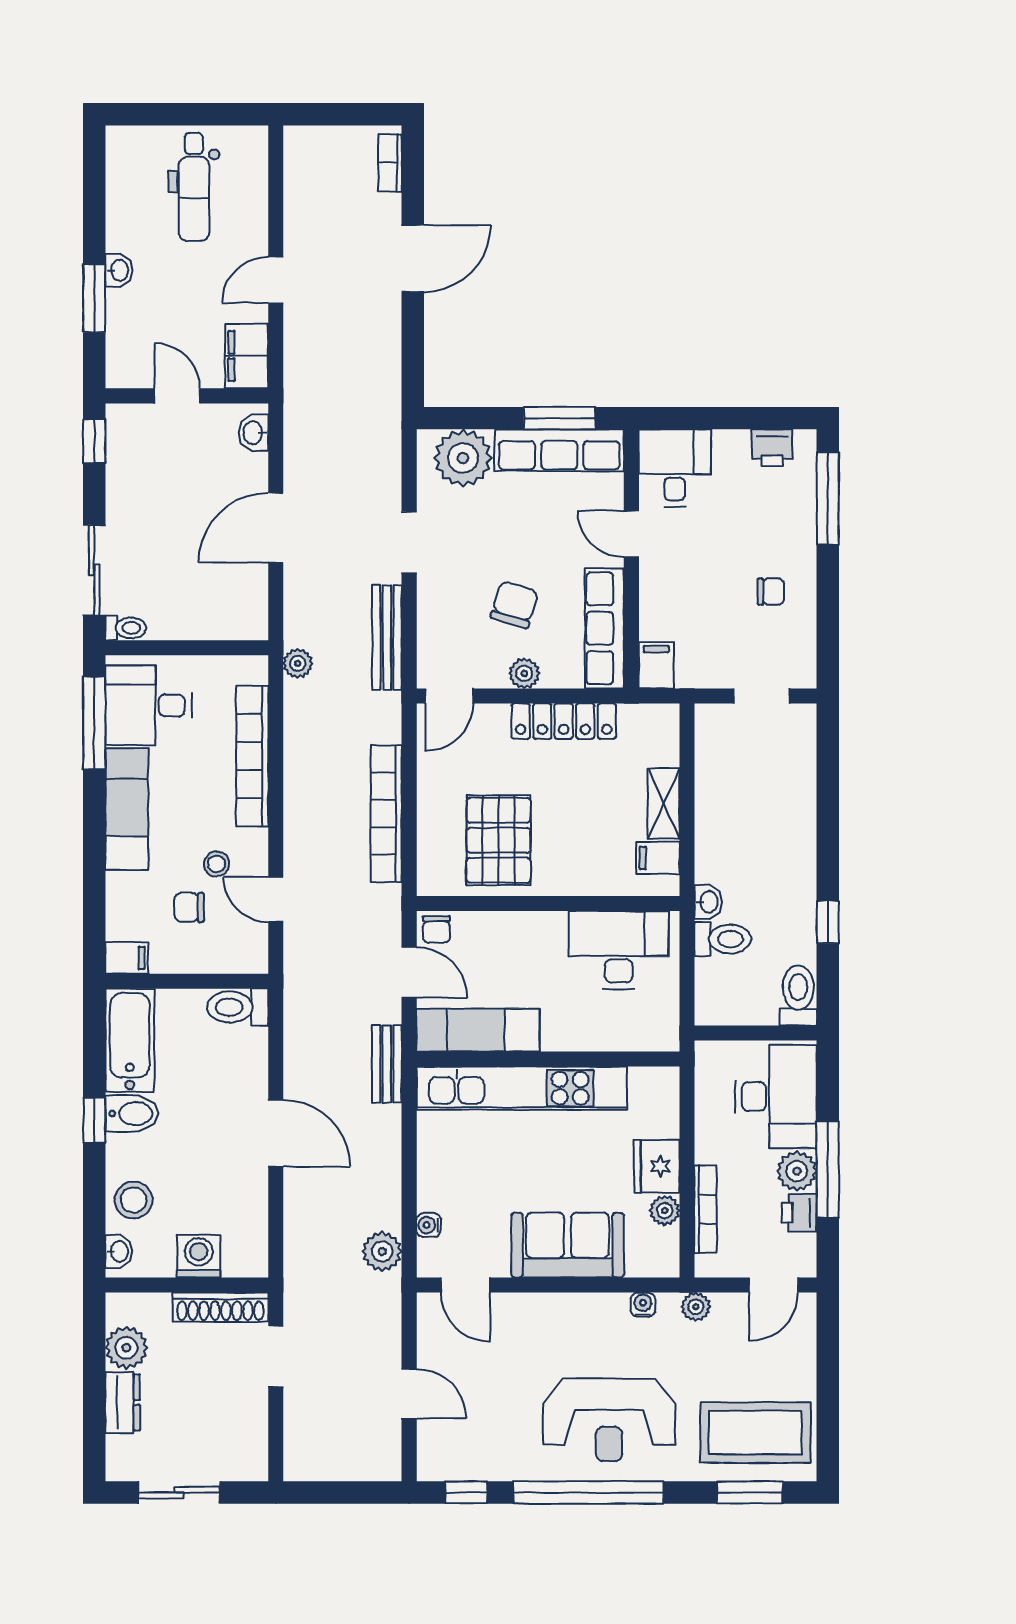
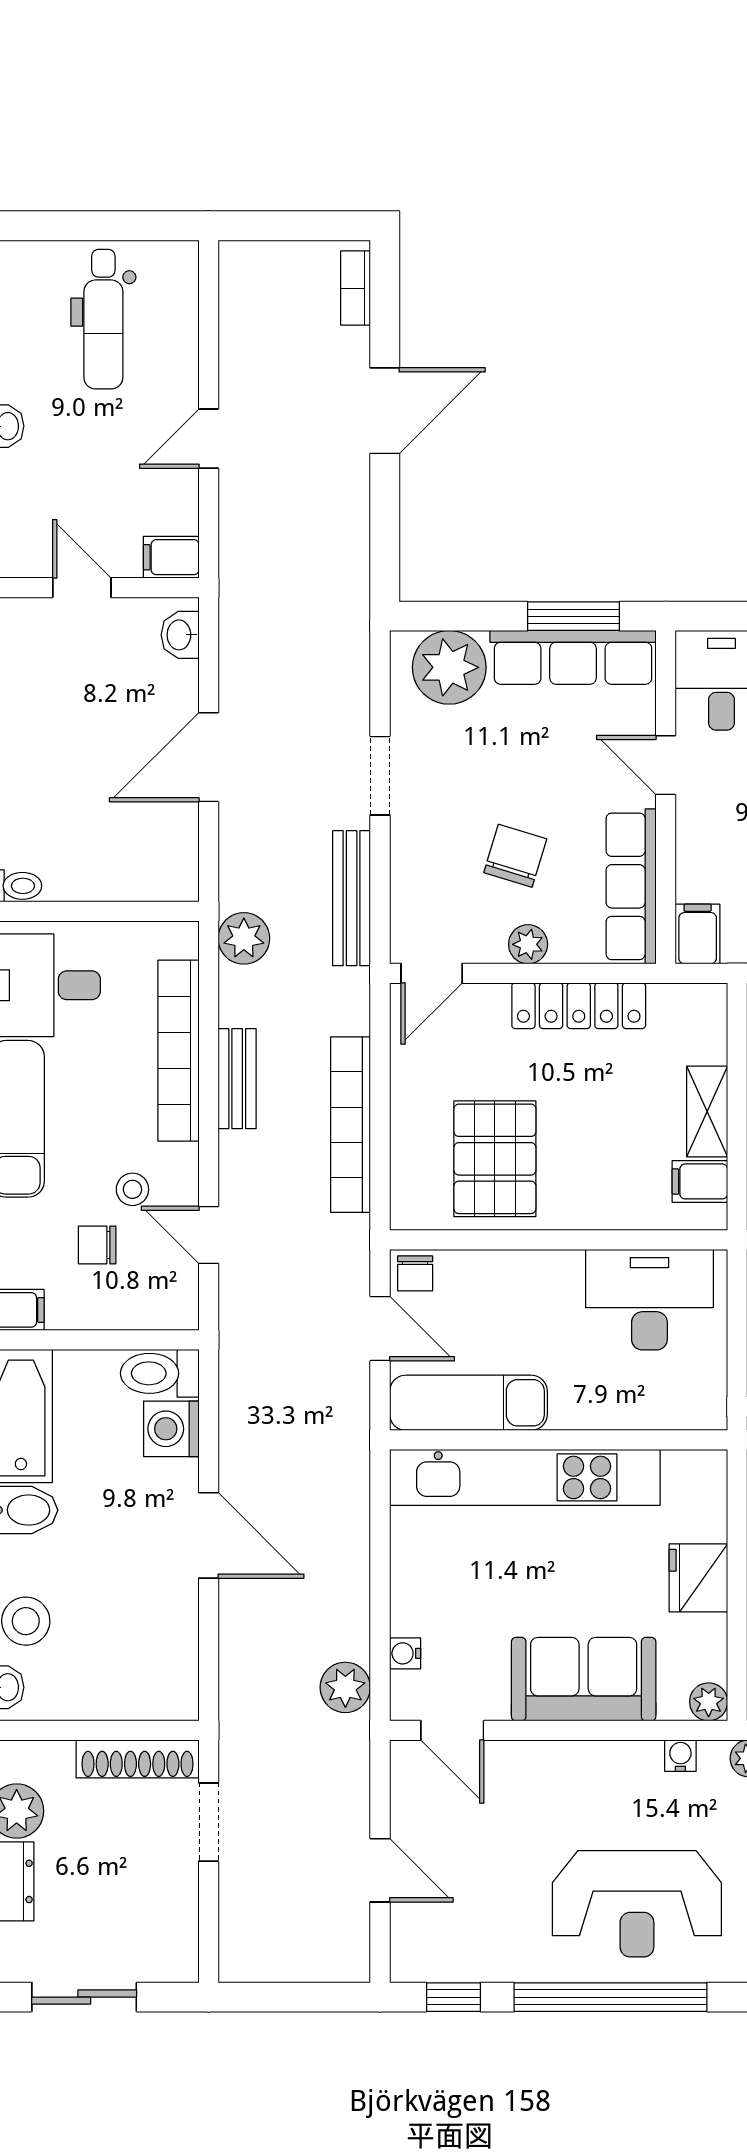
filing cabinet: (247, 356) -> (171, 557), width x0.50
plant: (298, 663) -> (244, 938), width x1.38, depth x1.38
bench: (387, 1064) -> (237, 1079), moved
plant: (665, 1210) -> (709, 1702), moved
washing machine: (199, 1256) -> (171, 1429), moved, turned -90

